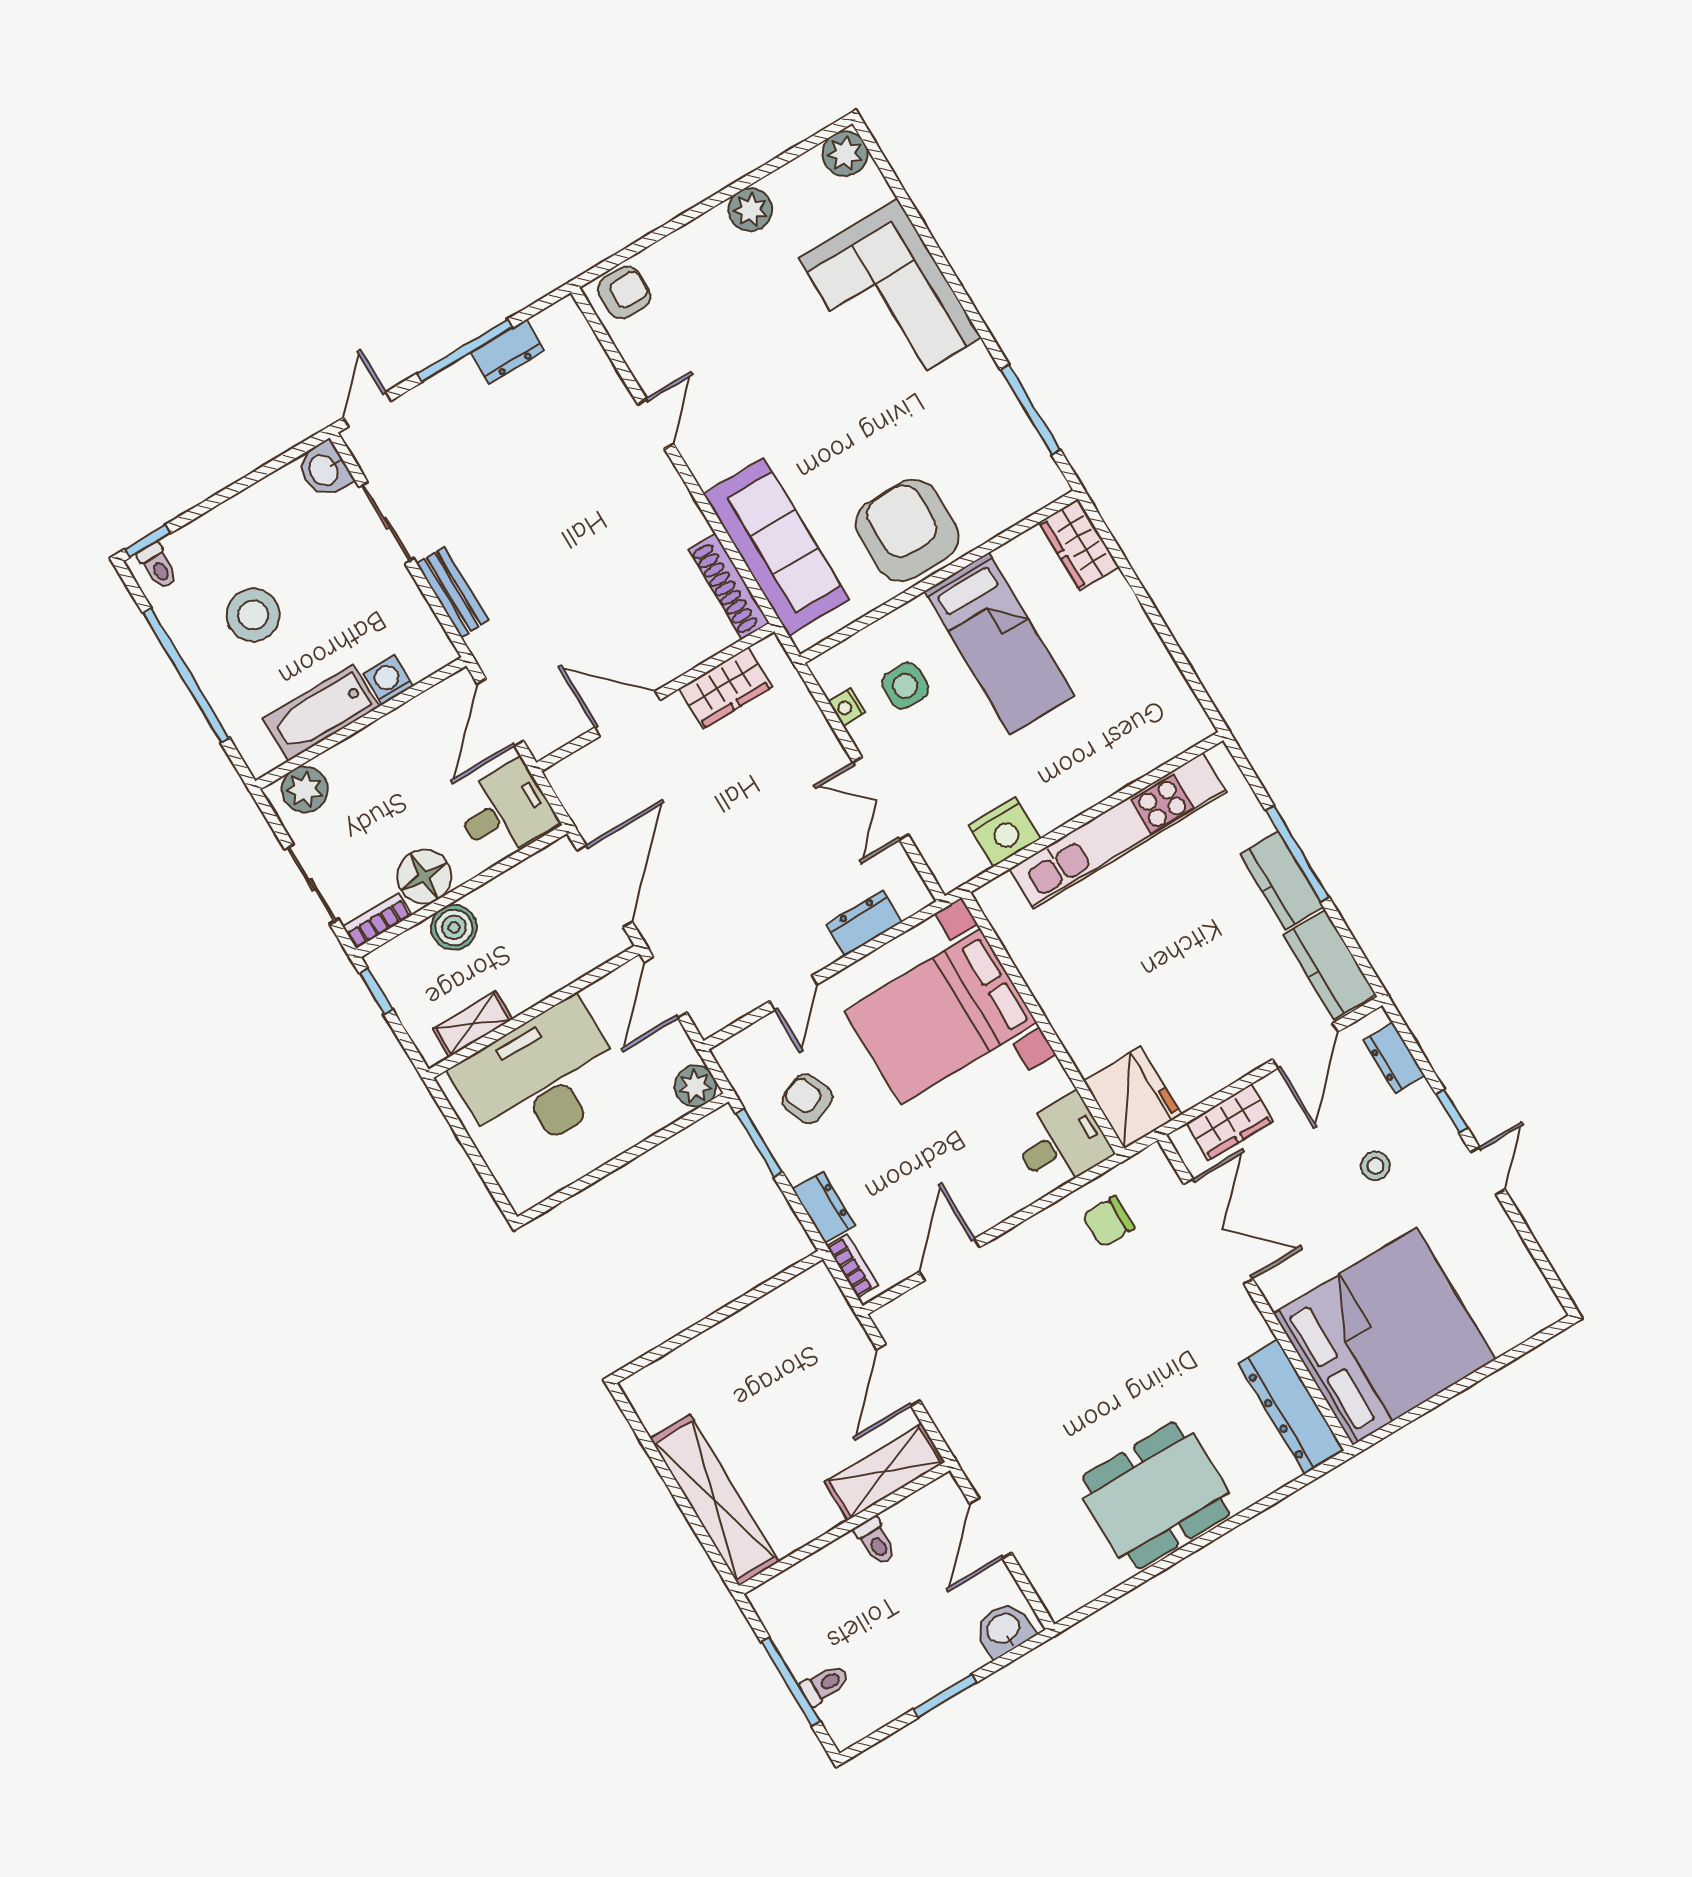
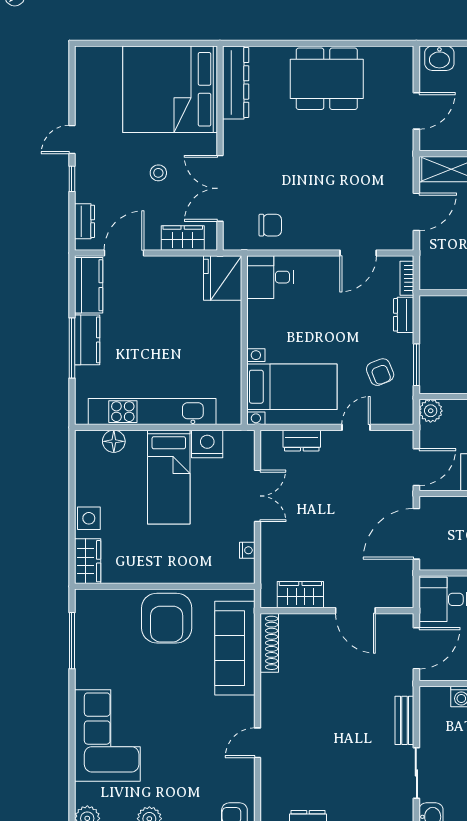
bed: (999, 643) -> (169, 477), moved, turned 180
side table: (905, 686) -> (89, 518), moved
floor lamp: (1149, 751) -> (114, 441), added
bed with nightstands: (941, 1017) -> (292, 387), width x0.73
stool: (1375, 1166) -> (158, 173), moved

